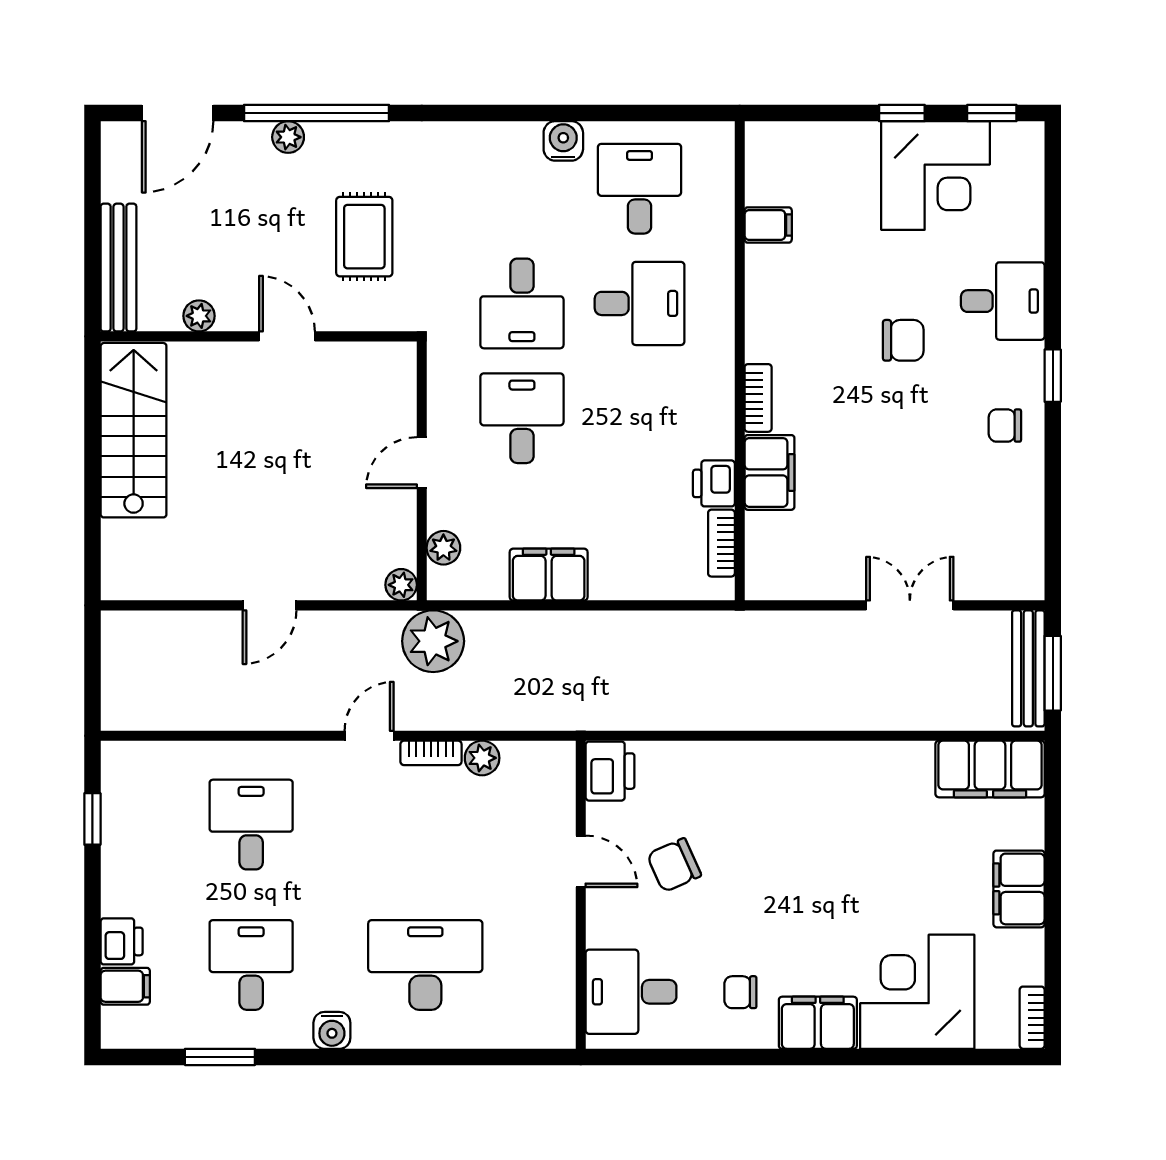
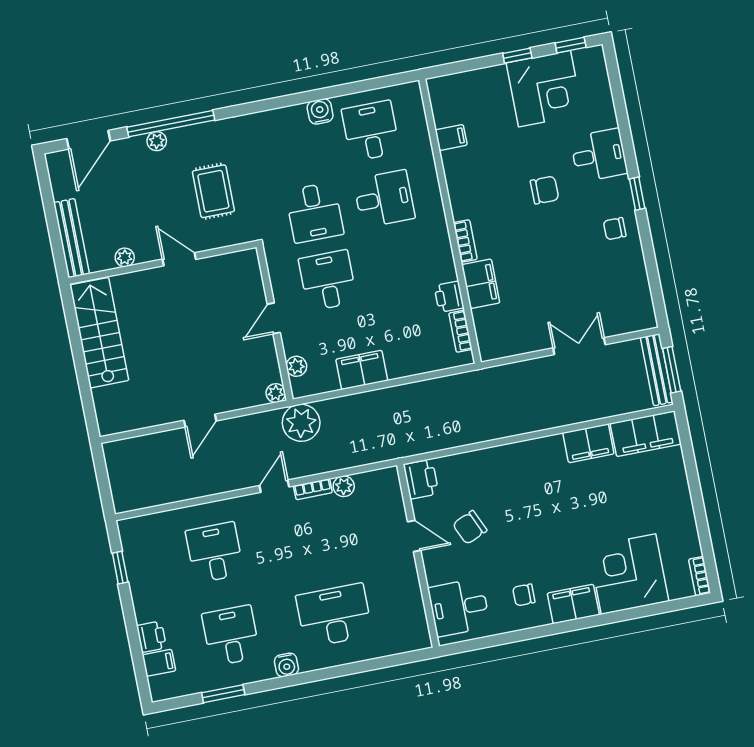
filing cabinet: (1019, 889) -> (588, 443), moved, turned -90

